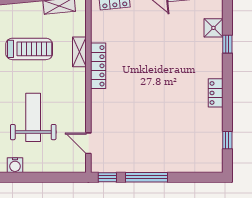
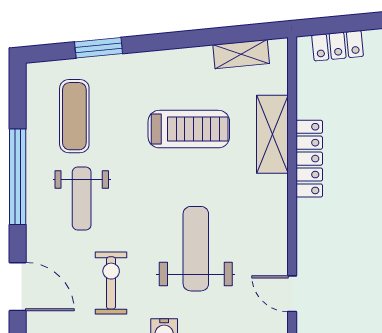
shelving: (79, 52) -> (272, 134), width x1.50, depth x1.33

